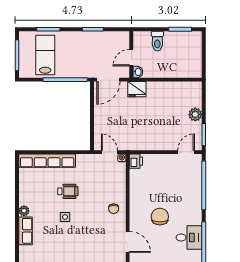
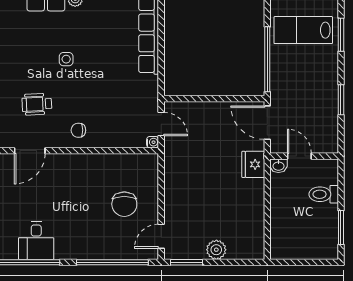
lab bench: (45, 55) -> (303, 30), turned 180
door: (109, 152) -> (161, 124), hinge flipped
door: (186, 152) -> (161, 236), swing flipped
printer: (136, 161) -> (148, 163), removed
wheelchair: (68, 191) -> (37, 104), moved, turned 87
chair: (160, 217) -> (124, 204), moved, turned 90

